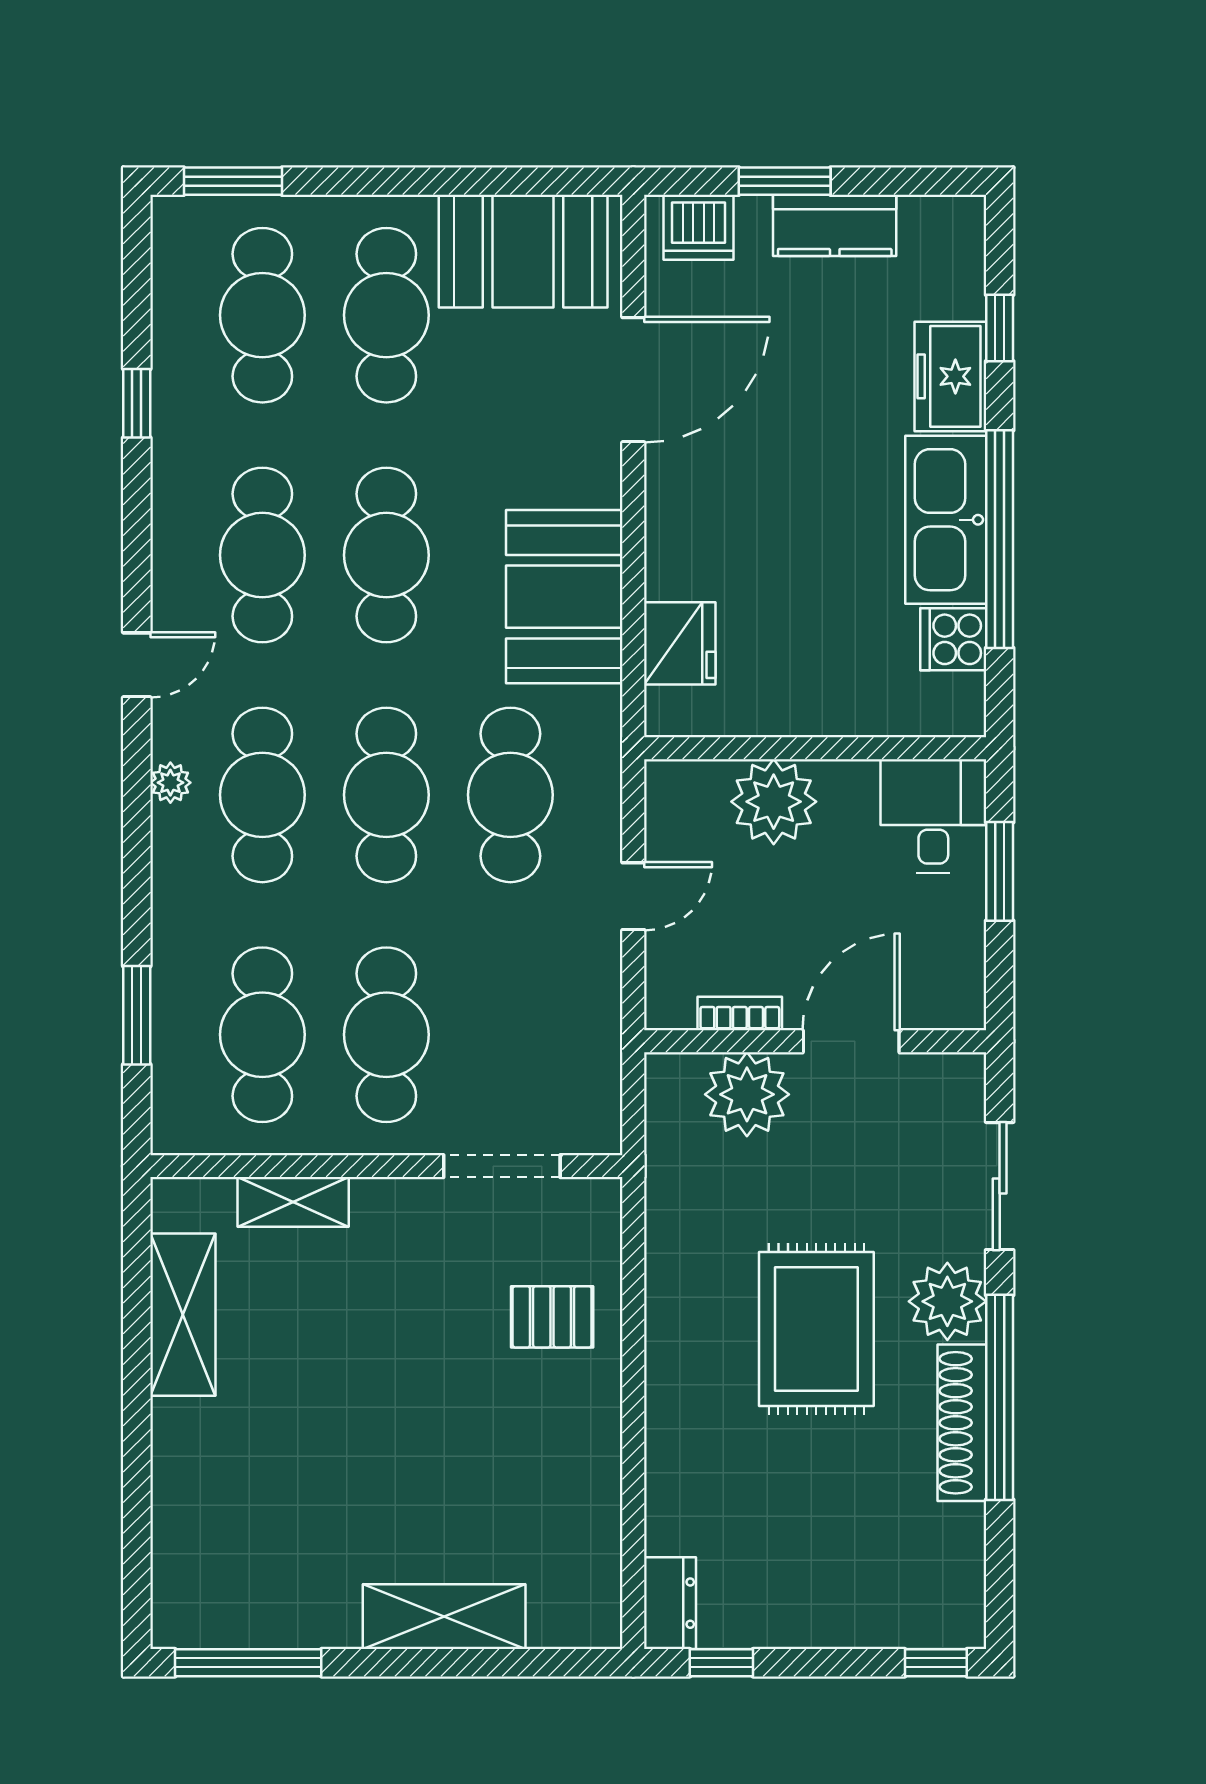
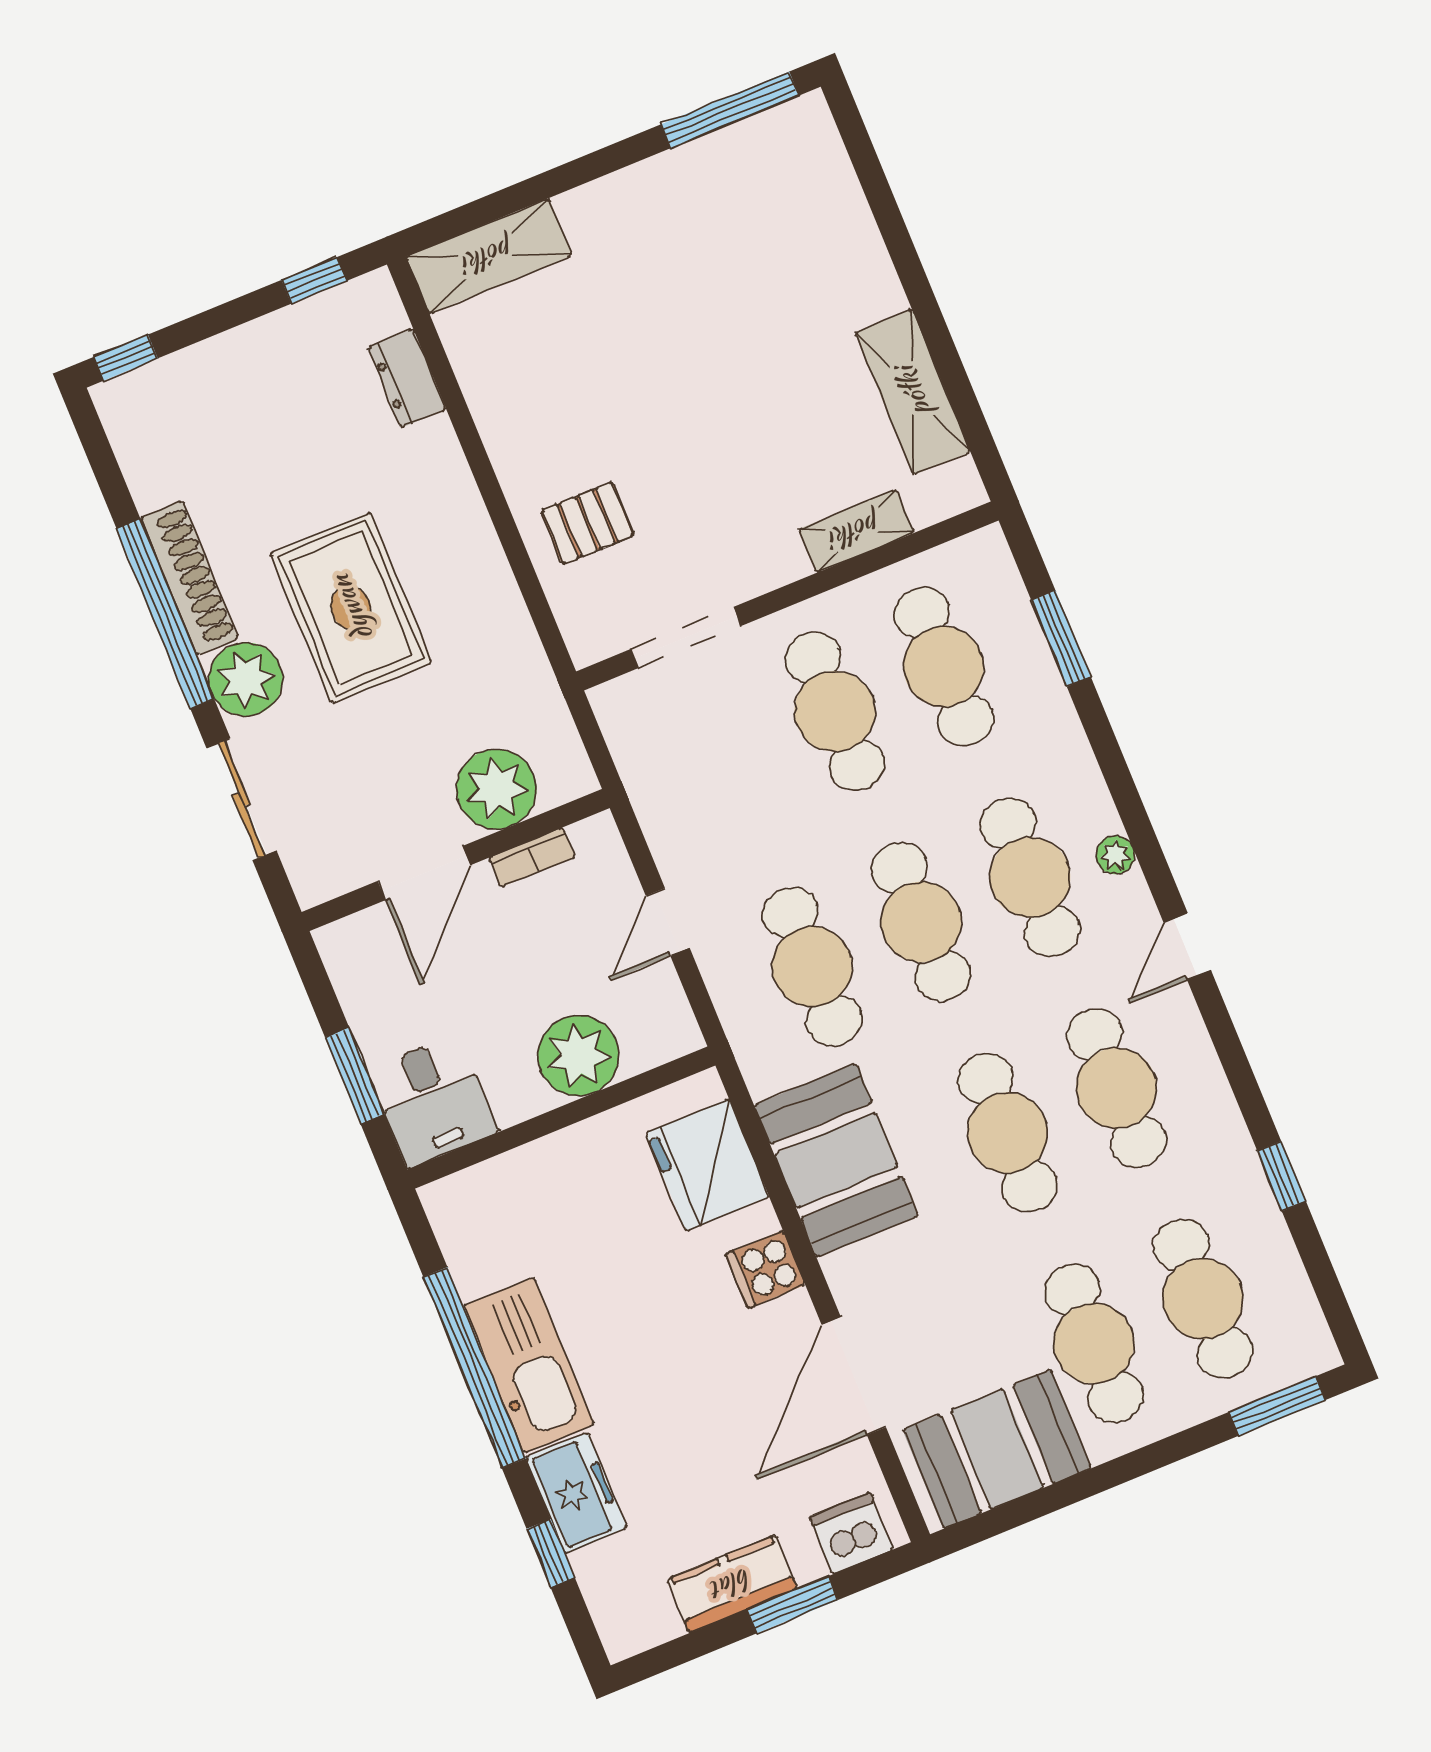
cooker: (953, 639) -> (765, 1269), moved, turned 180
fridge: (680, 643) -> (707, 1165), width x1.36, depth x1.34
dresser: (670, 1603) -> (407, 378), moved
shelving: (444, 1617) -> (489, 256), moved

